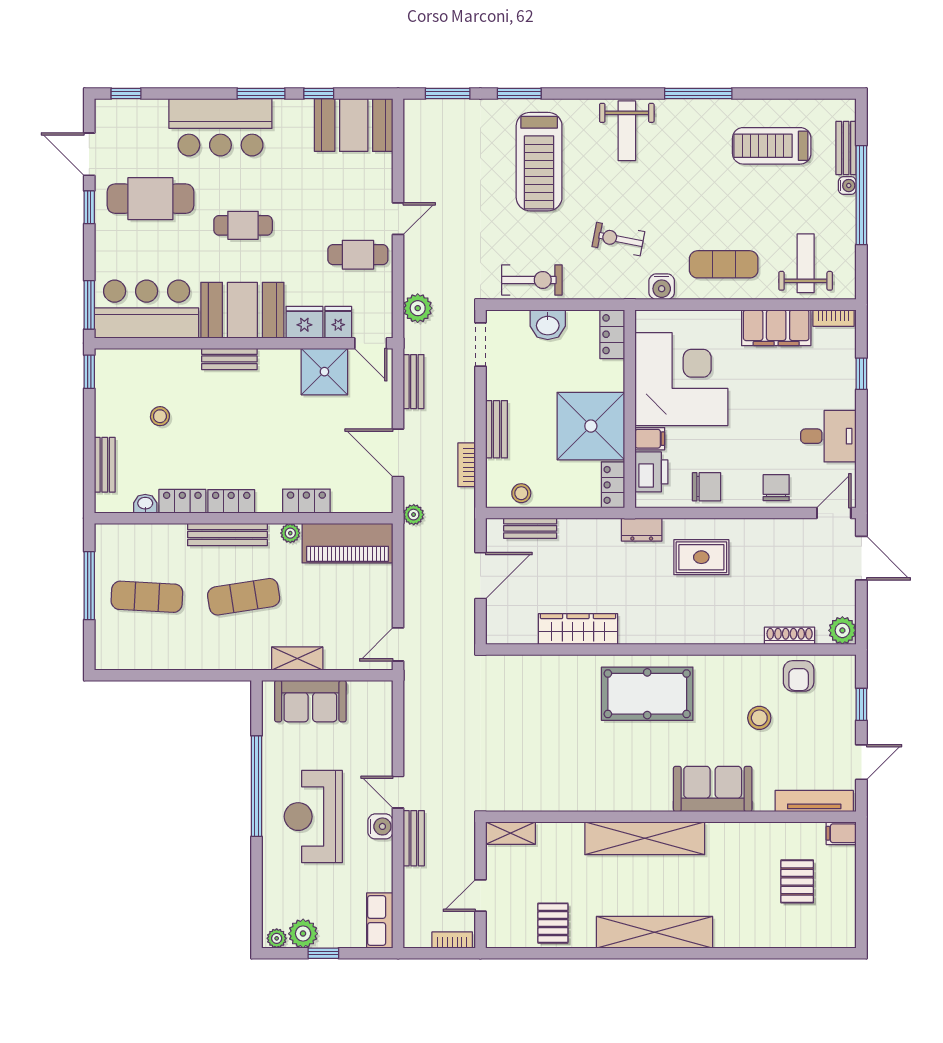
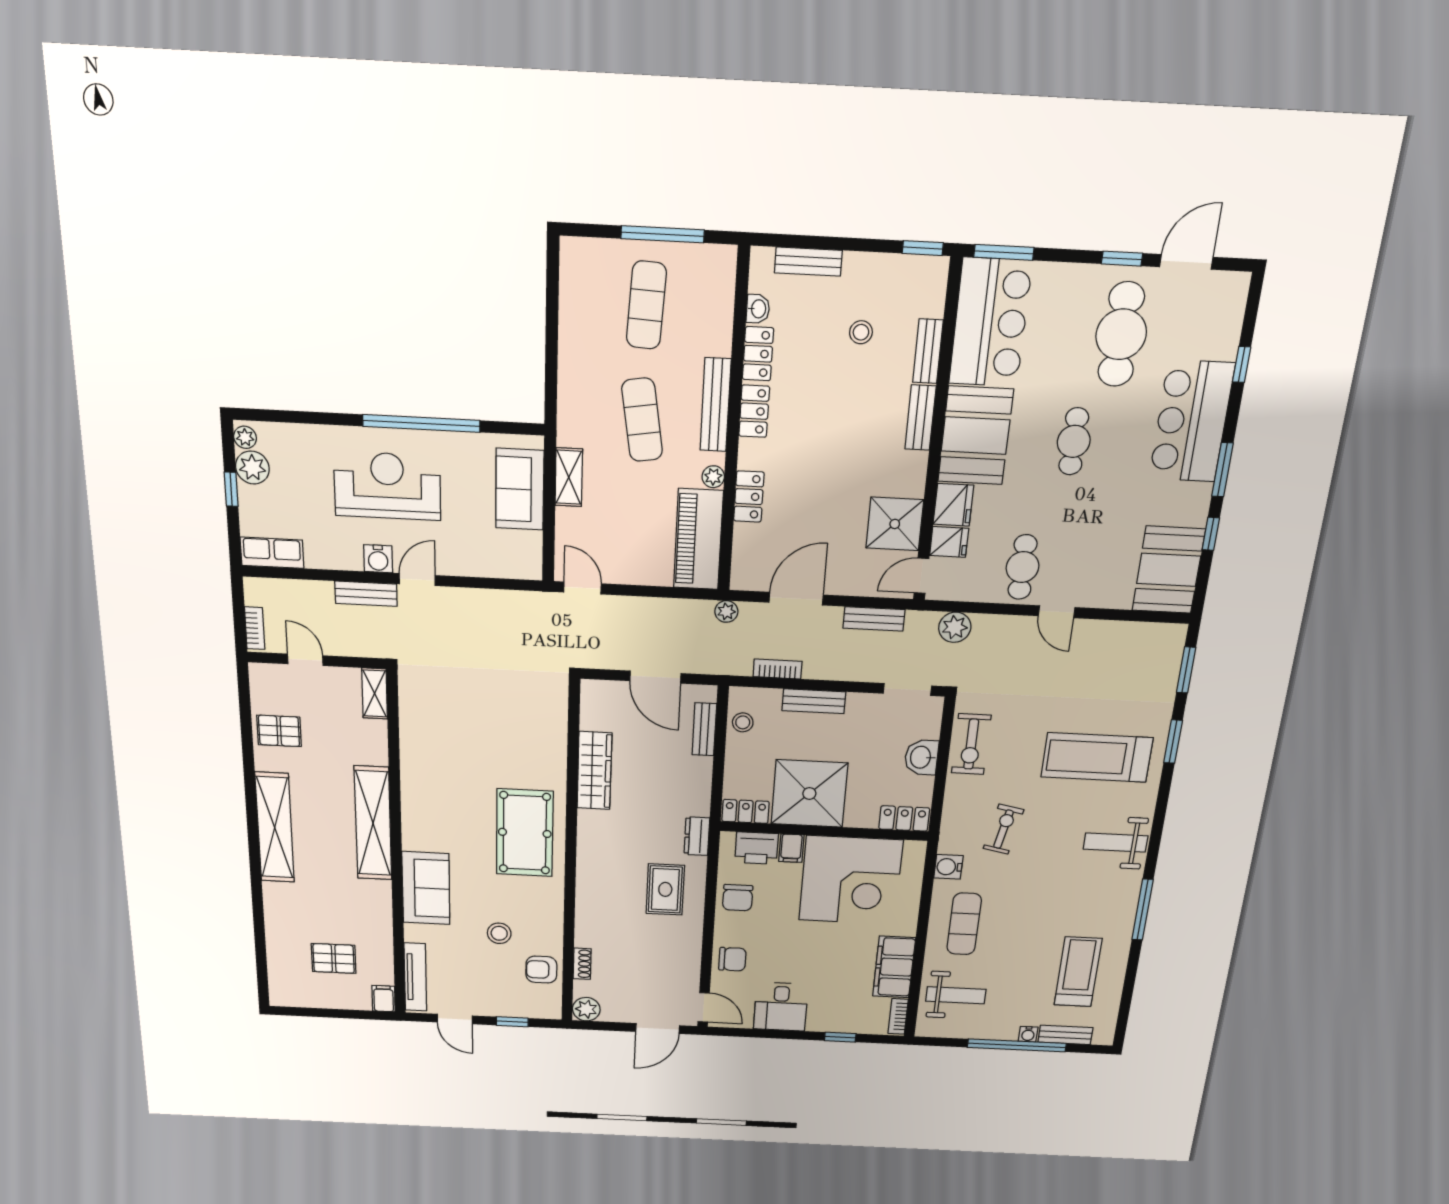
window: (126, 94) -> (1242, 364), moved
bench: (173, 359) -> (928, 351), added
shoe rack: (790, 636) -> (582, 964), width x0.70

